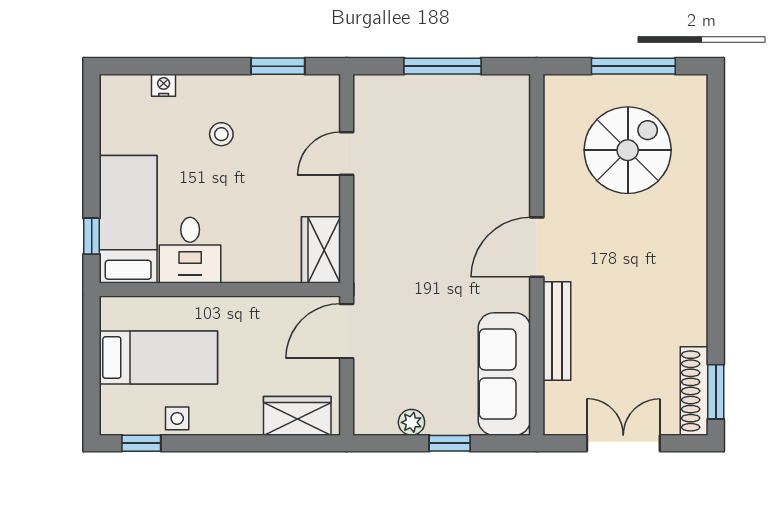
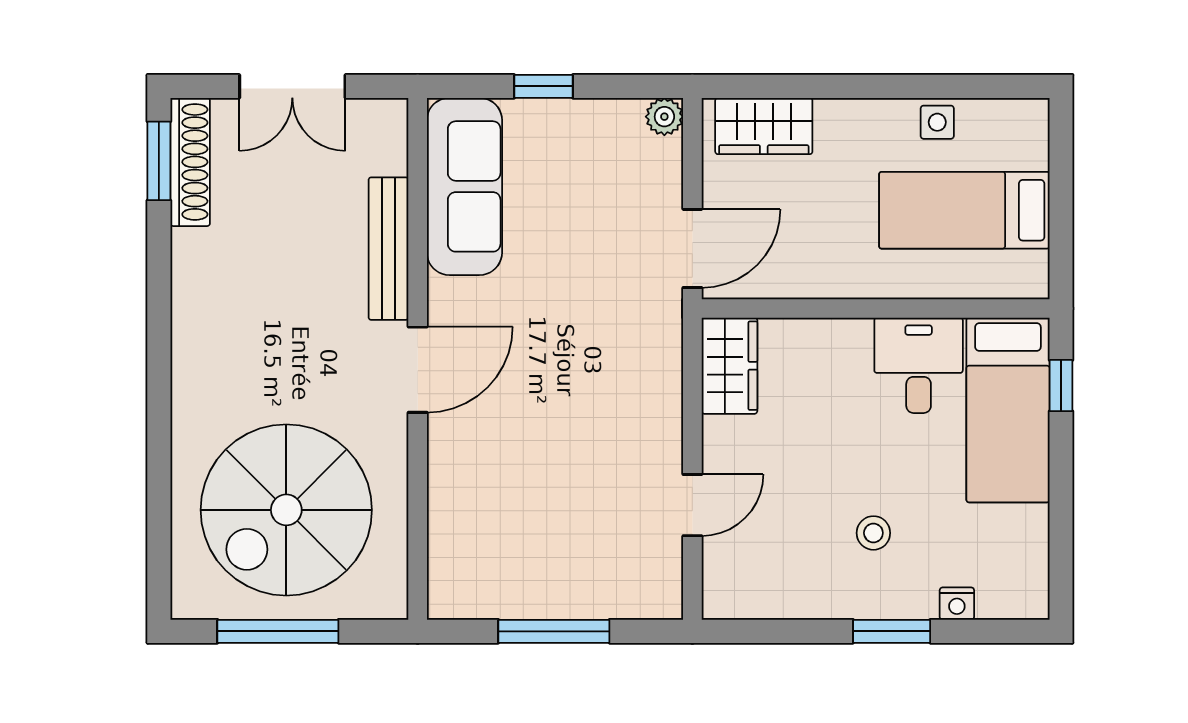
window: (278, 66) -> (892, 631), moved
spiral stairs: (628, 150) -> (286, 510), width x1.37, depth x1.37
plant: (411, 422) -> (664, 117), moved
window: (141, 443) -> (989, 86), removed

